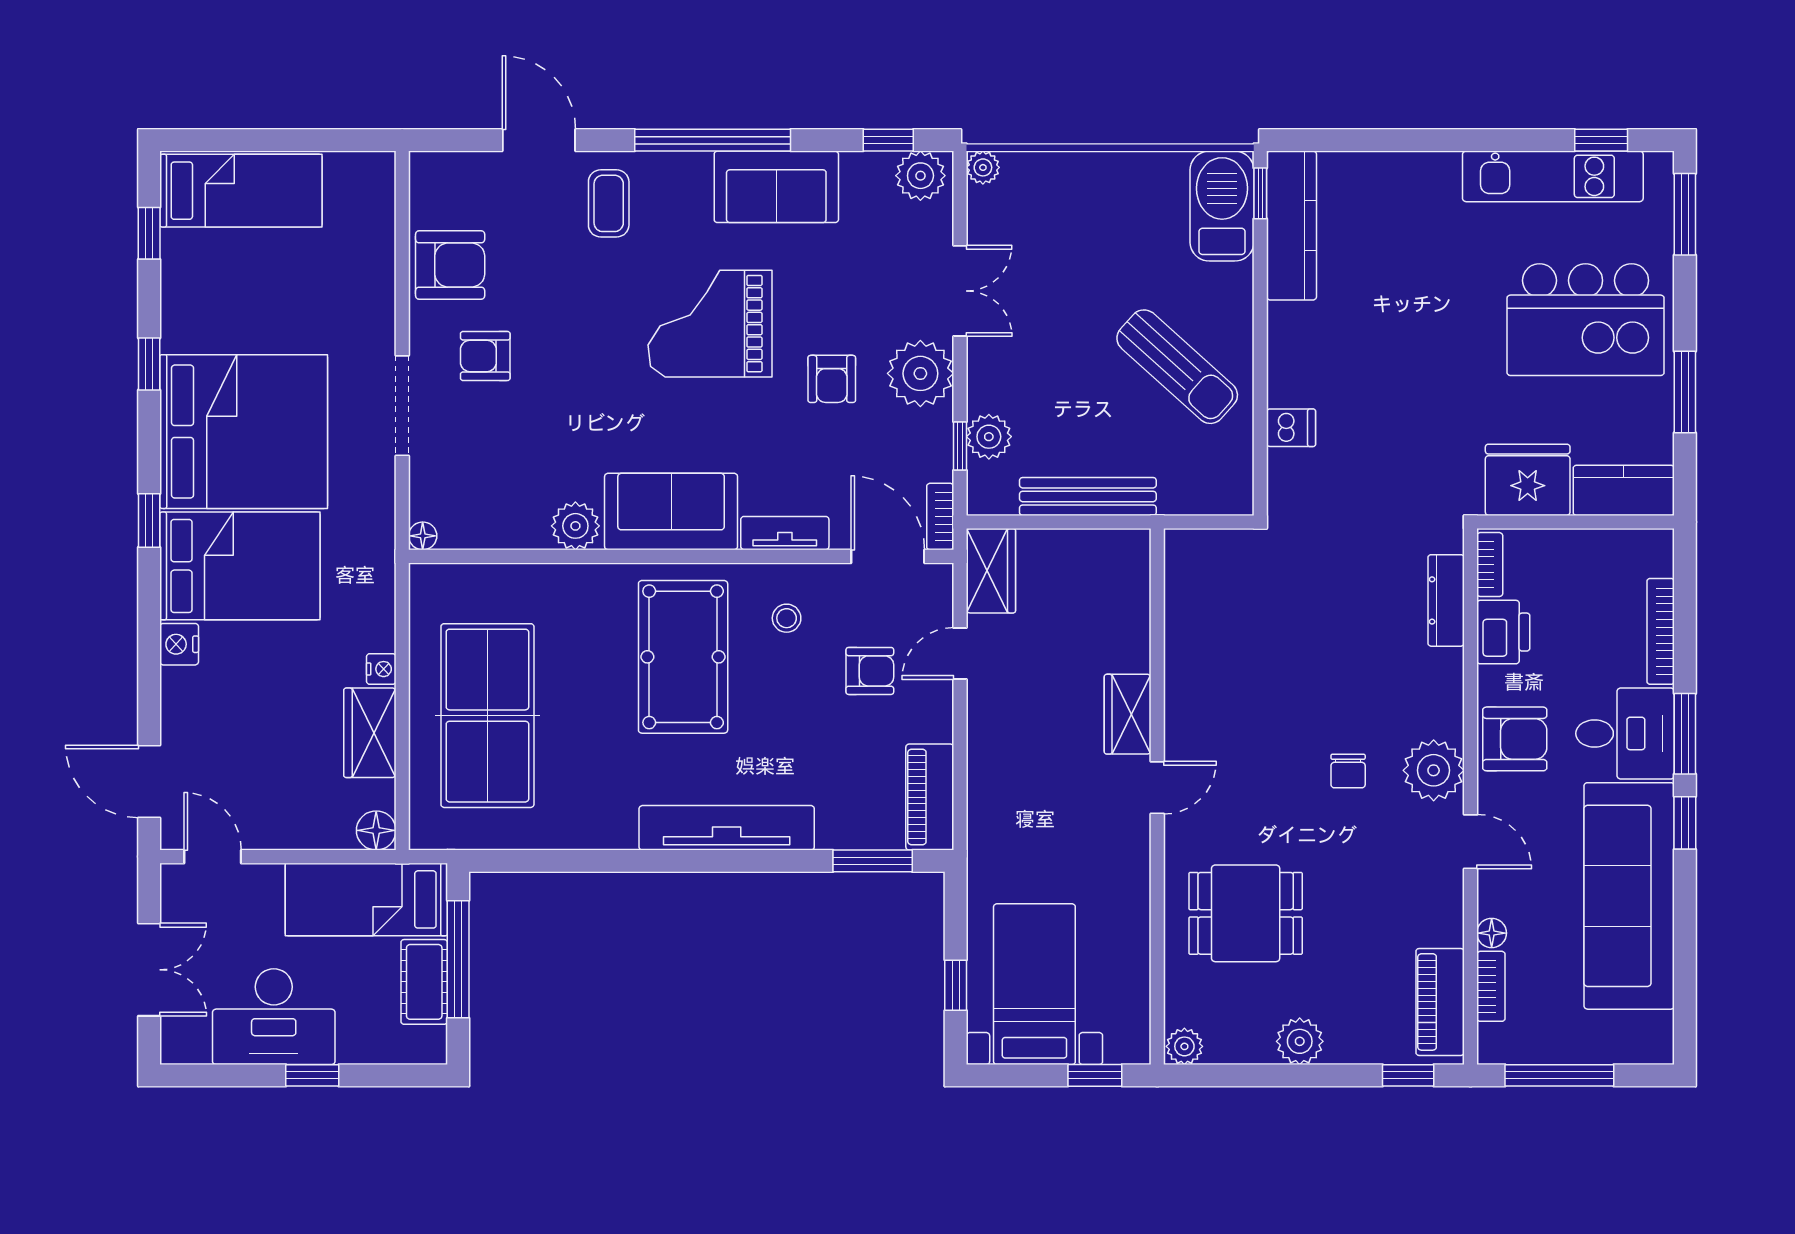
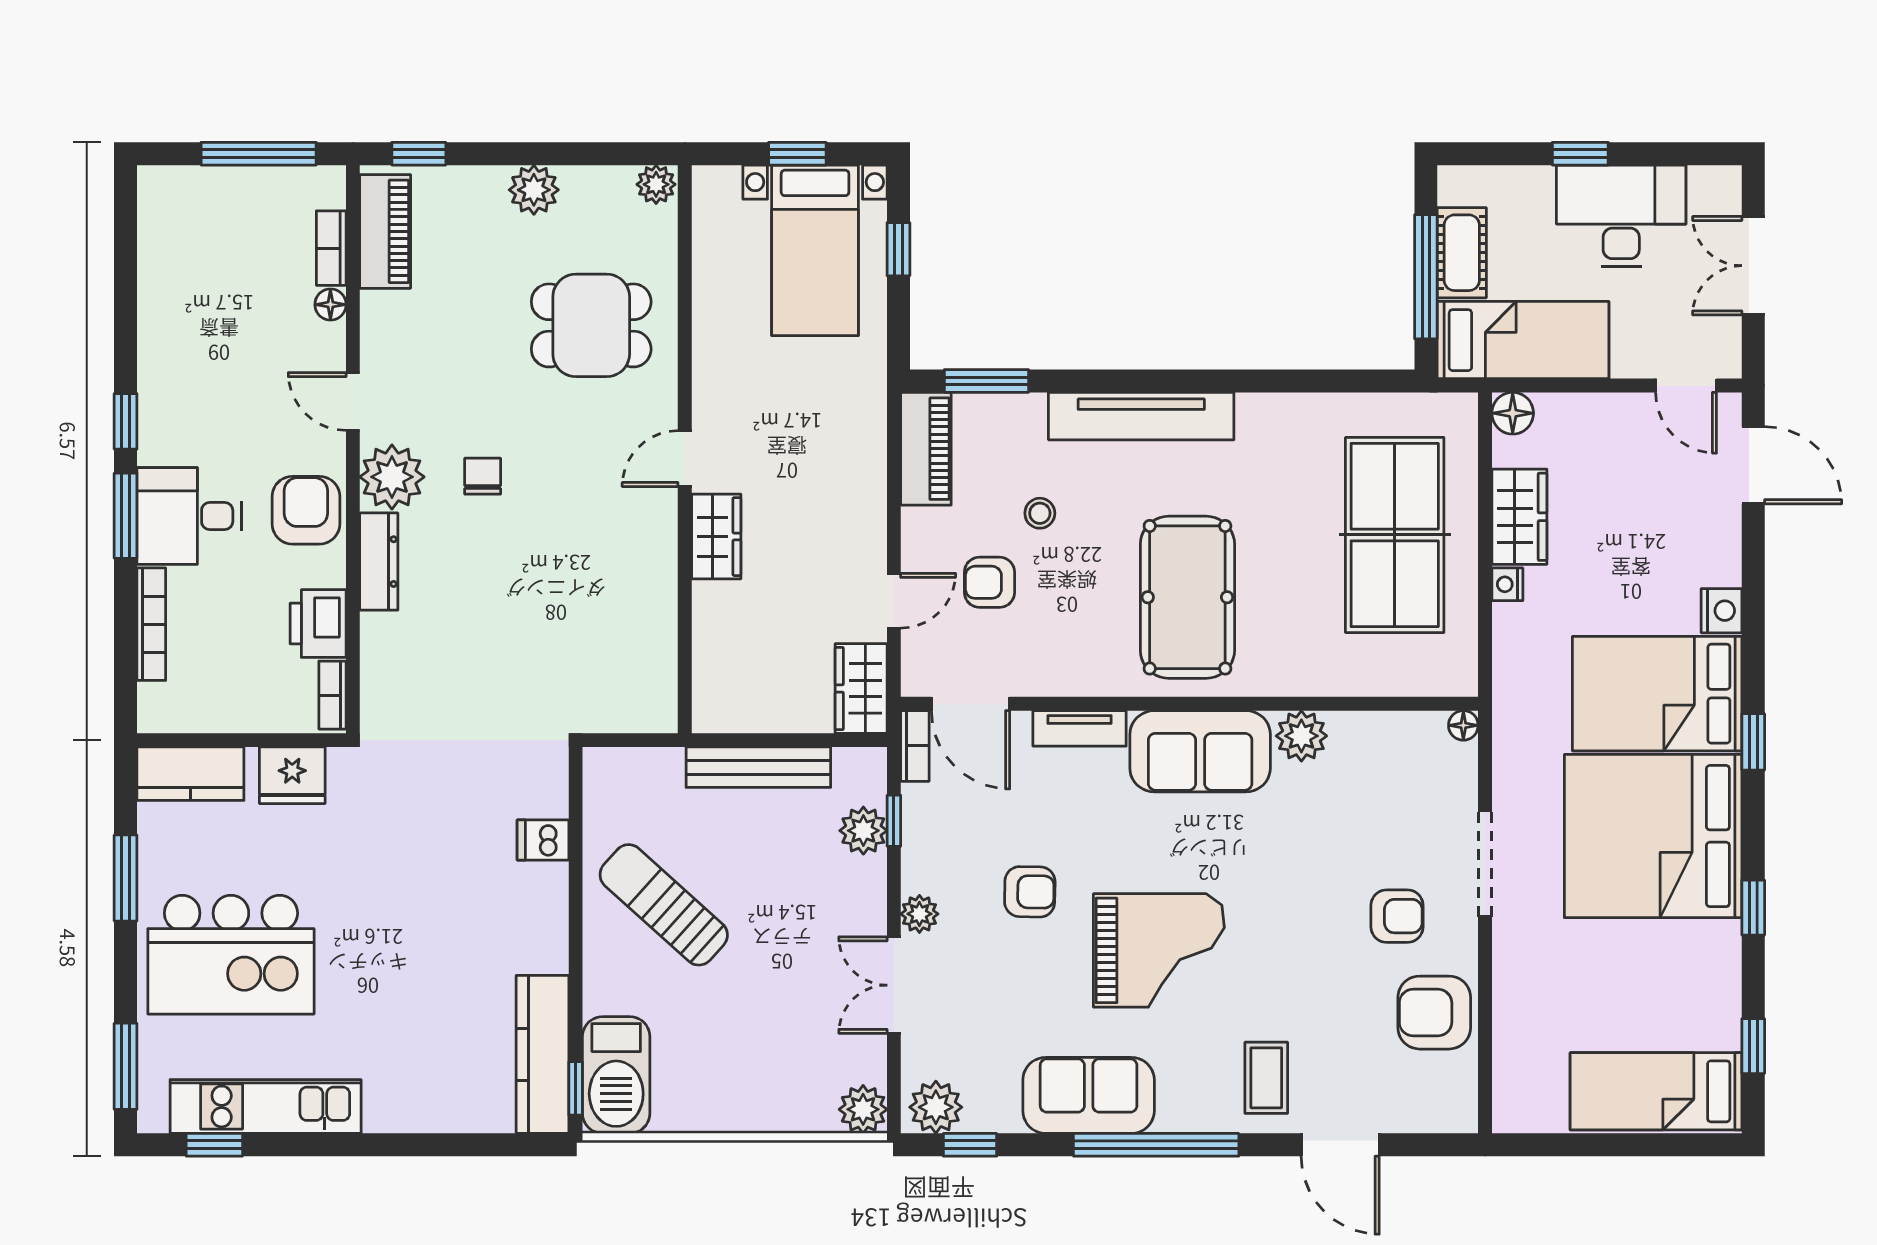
plant: (983, 167) -> (863, 1109), width x1.38, depth x1.38
kitchen island: (1586, 320) -> (231, 955), turned 180
plant: (920, 373) -> (919, 914), width x0.53, depth x0.53
armchair: (832, 379) -> (1030, 892), turned 91
fridge: (1528, 480) -> (292, 775), width x0.73, depth x0.75
dresser: (1446, 600) -> (379, 562), moved
stool: (787, 618) -> (1040, 513), moved
armchair: (1515, 739) -> (306, 510), turned 90
sofa: (1629, 896) -> (185, 344), removed
window: (1095, 1075) -> (797, 154), moved

